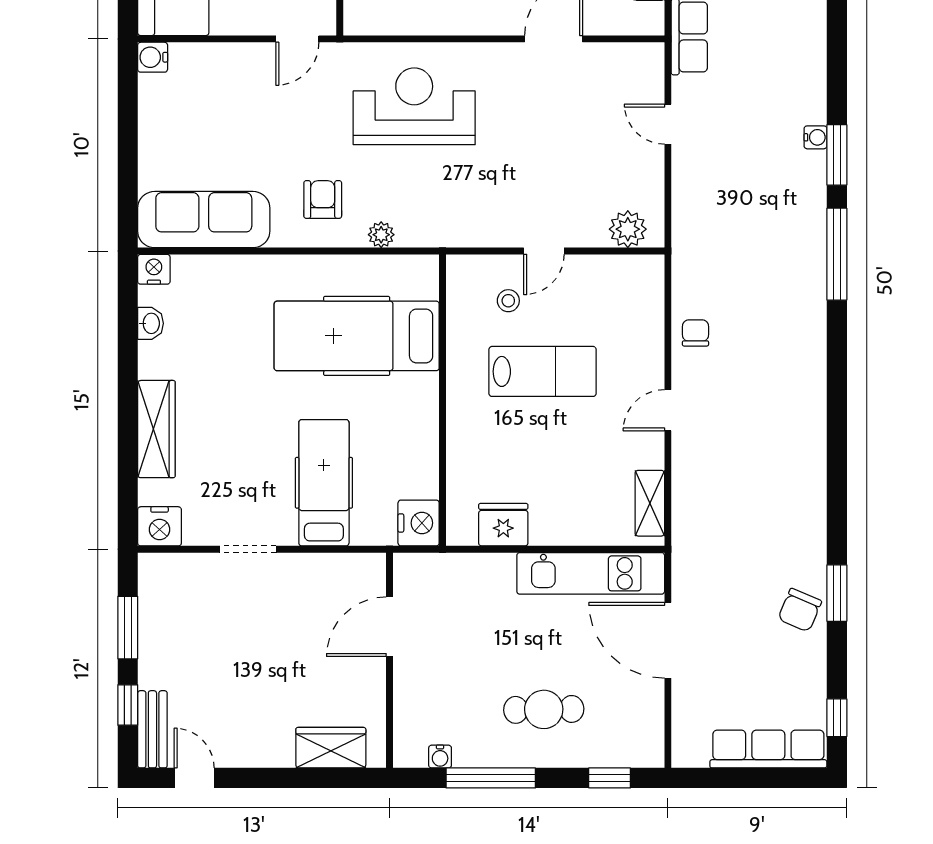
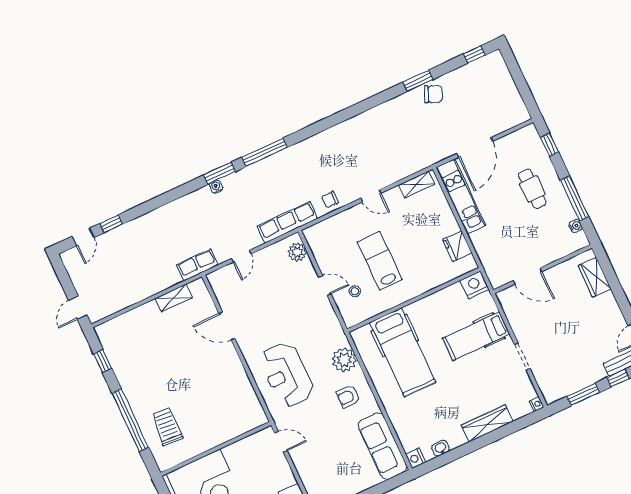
plant: (381, 235) -> (344, 360), width x1.88, depth x1.88
nightstand: (160, 526) -> (537, 404), width x0.53, depth x0.56
row of seats: (768, 749) -> (287, 222), moved, turned 90

